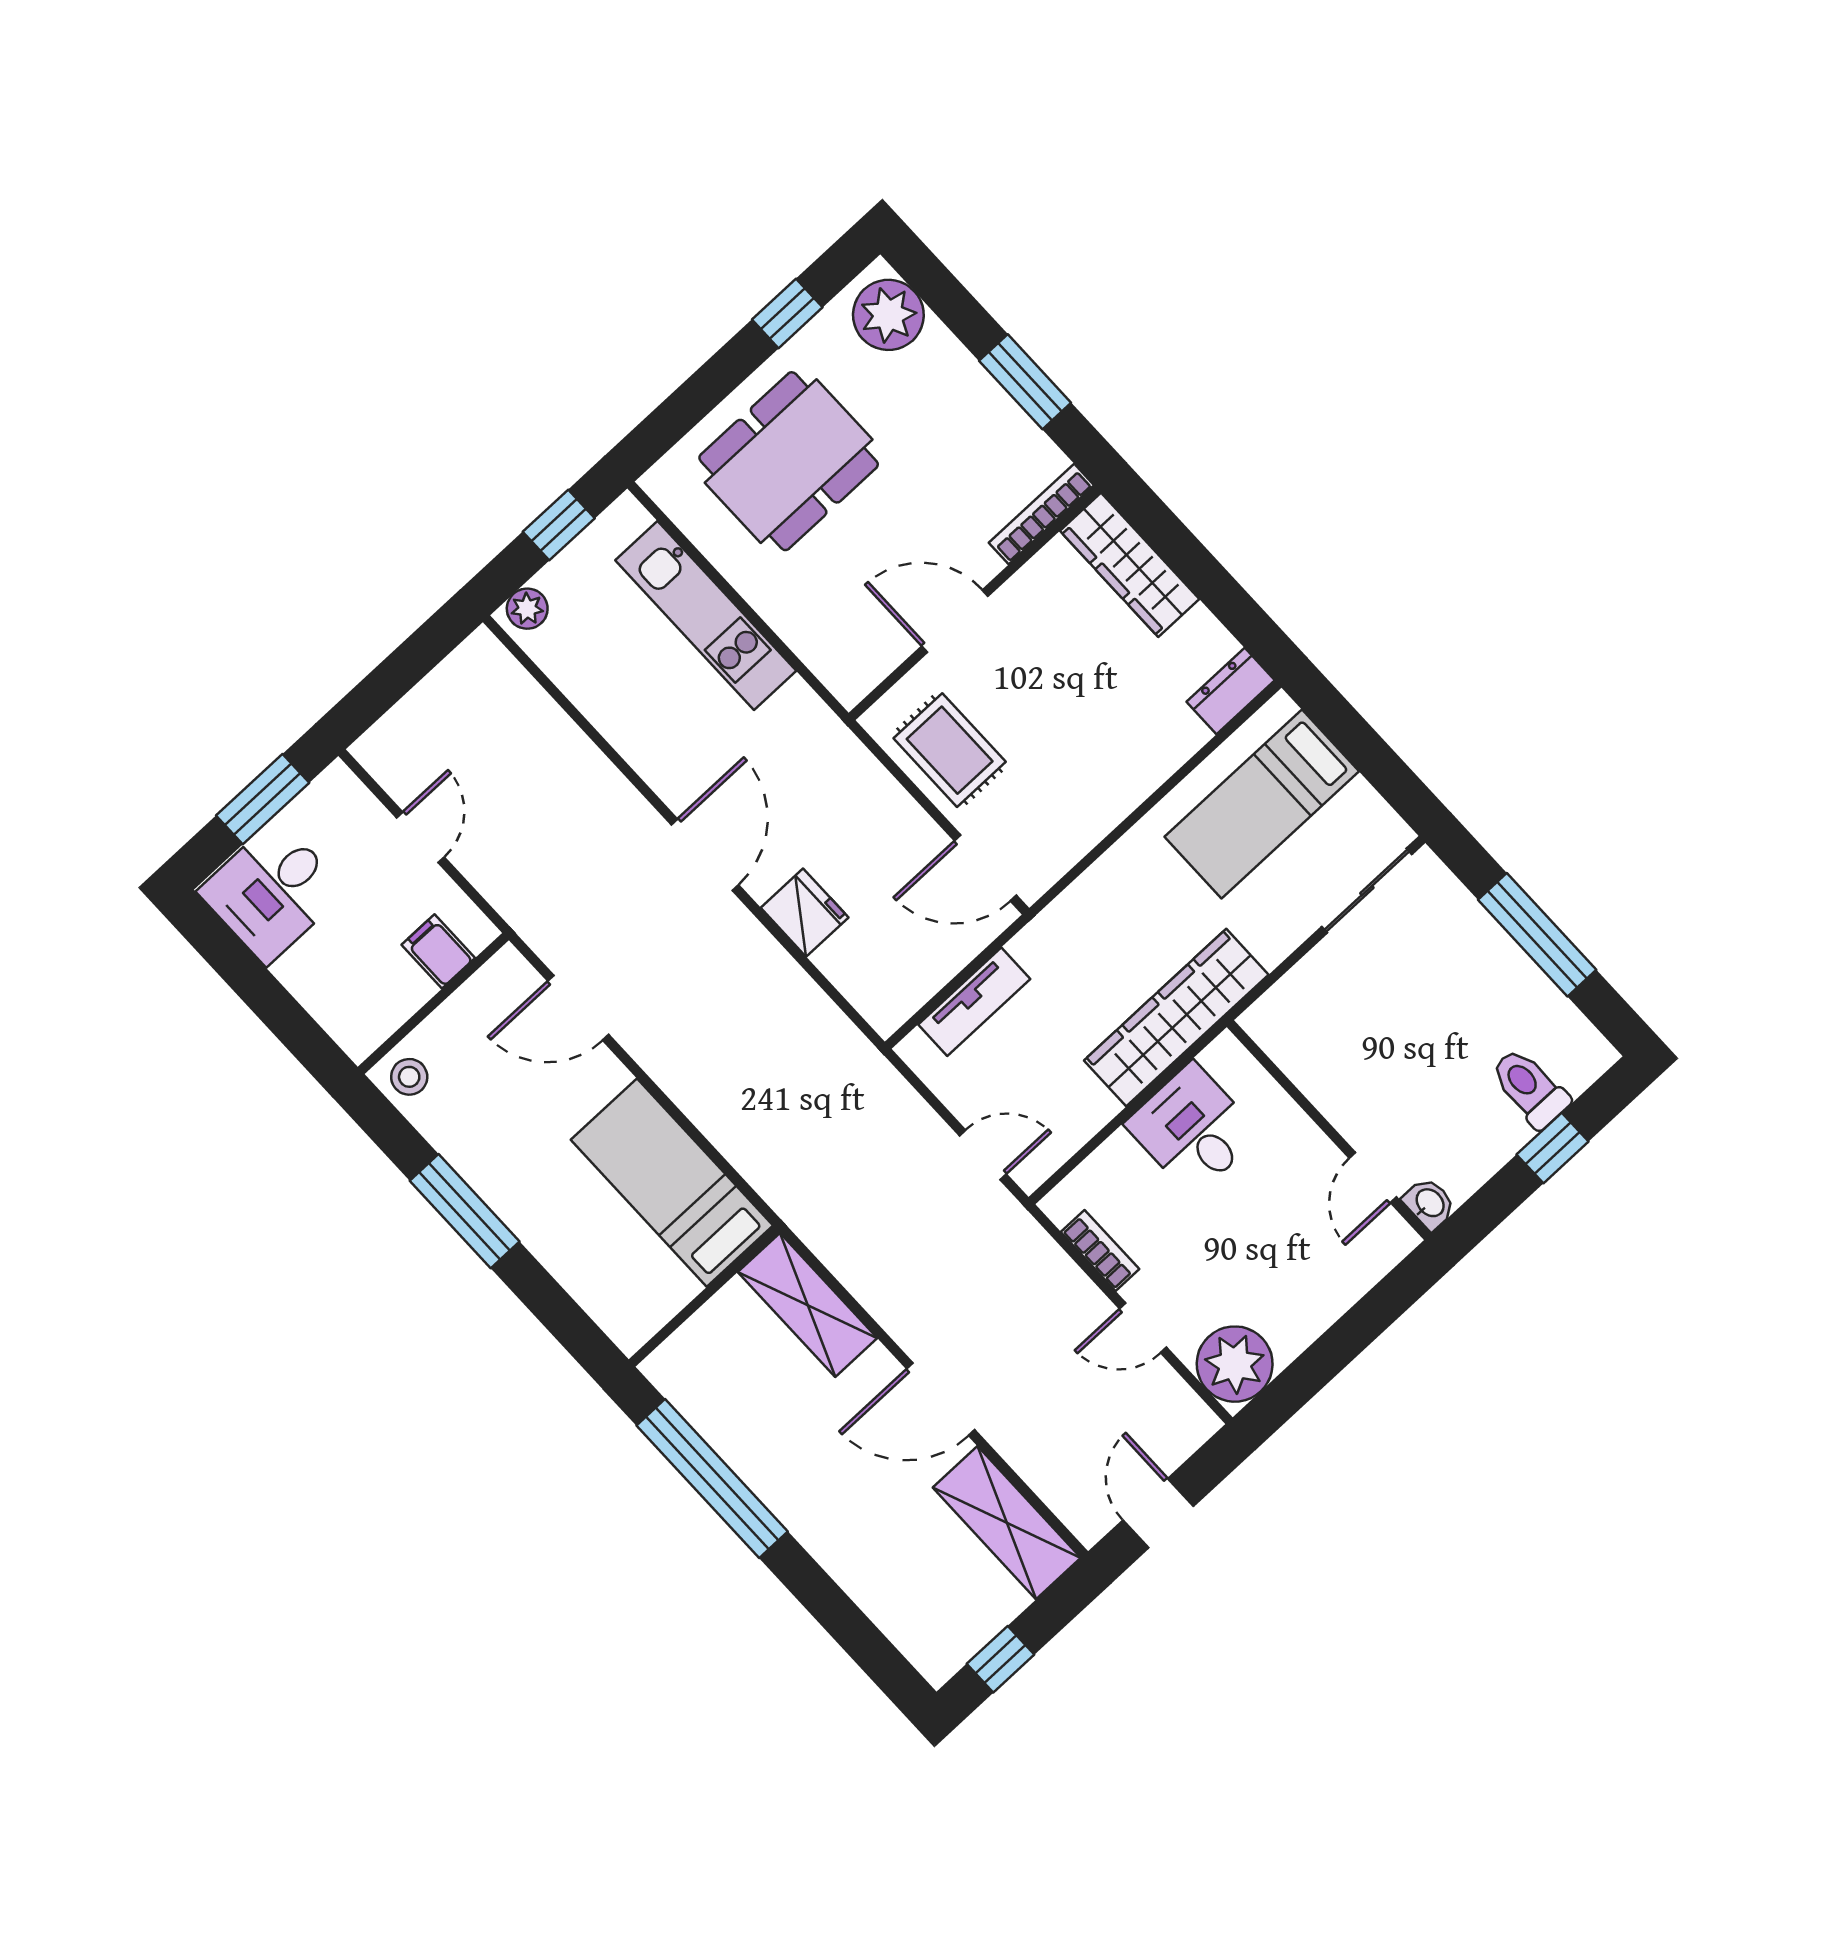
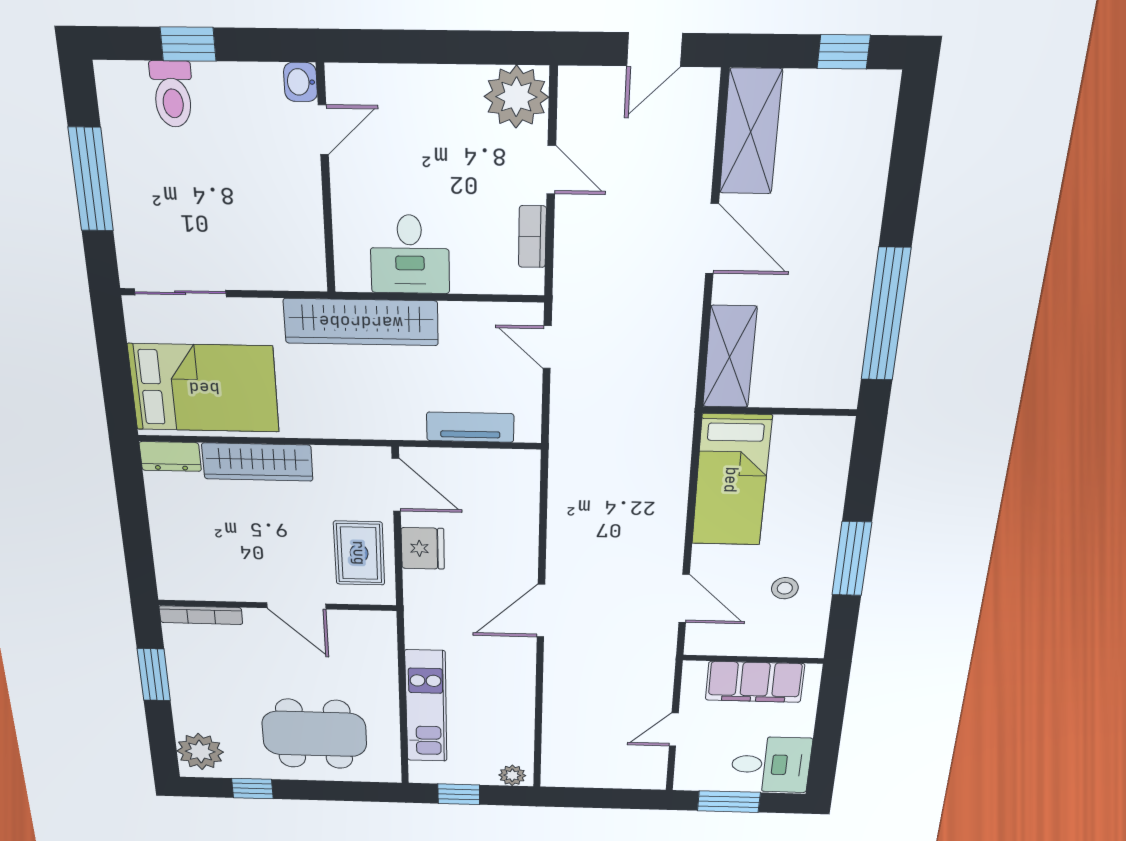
wardrobe: (1130, 565) -> (257, 462), moved, turned 90
bed: (1262, 804) -> (204, 388), width x1.50
fridge: (805, 913) -> (423, 548), moved, turned 180
filing cabinet: (438, 951) -> (755, 682), width x3.00, depth x1.17
stool: (409, 1077) -> (785, 588), moved

